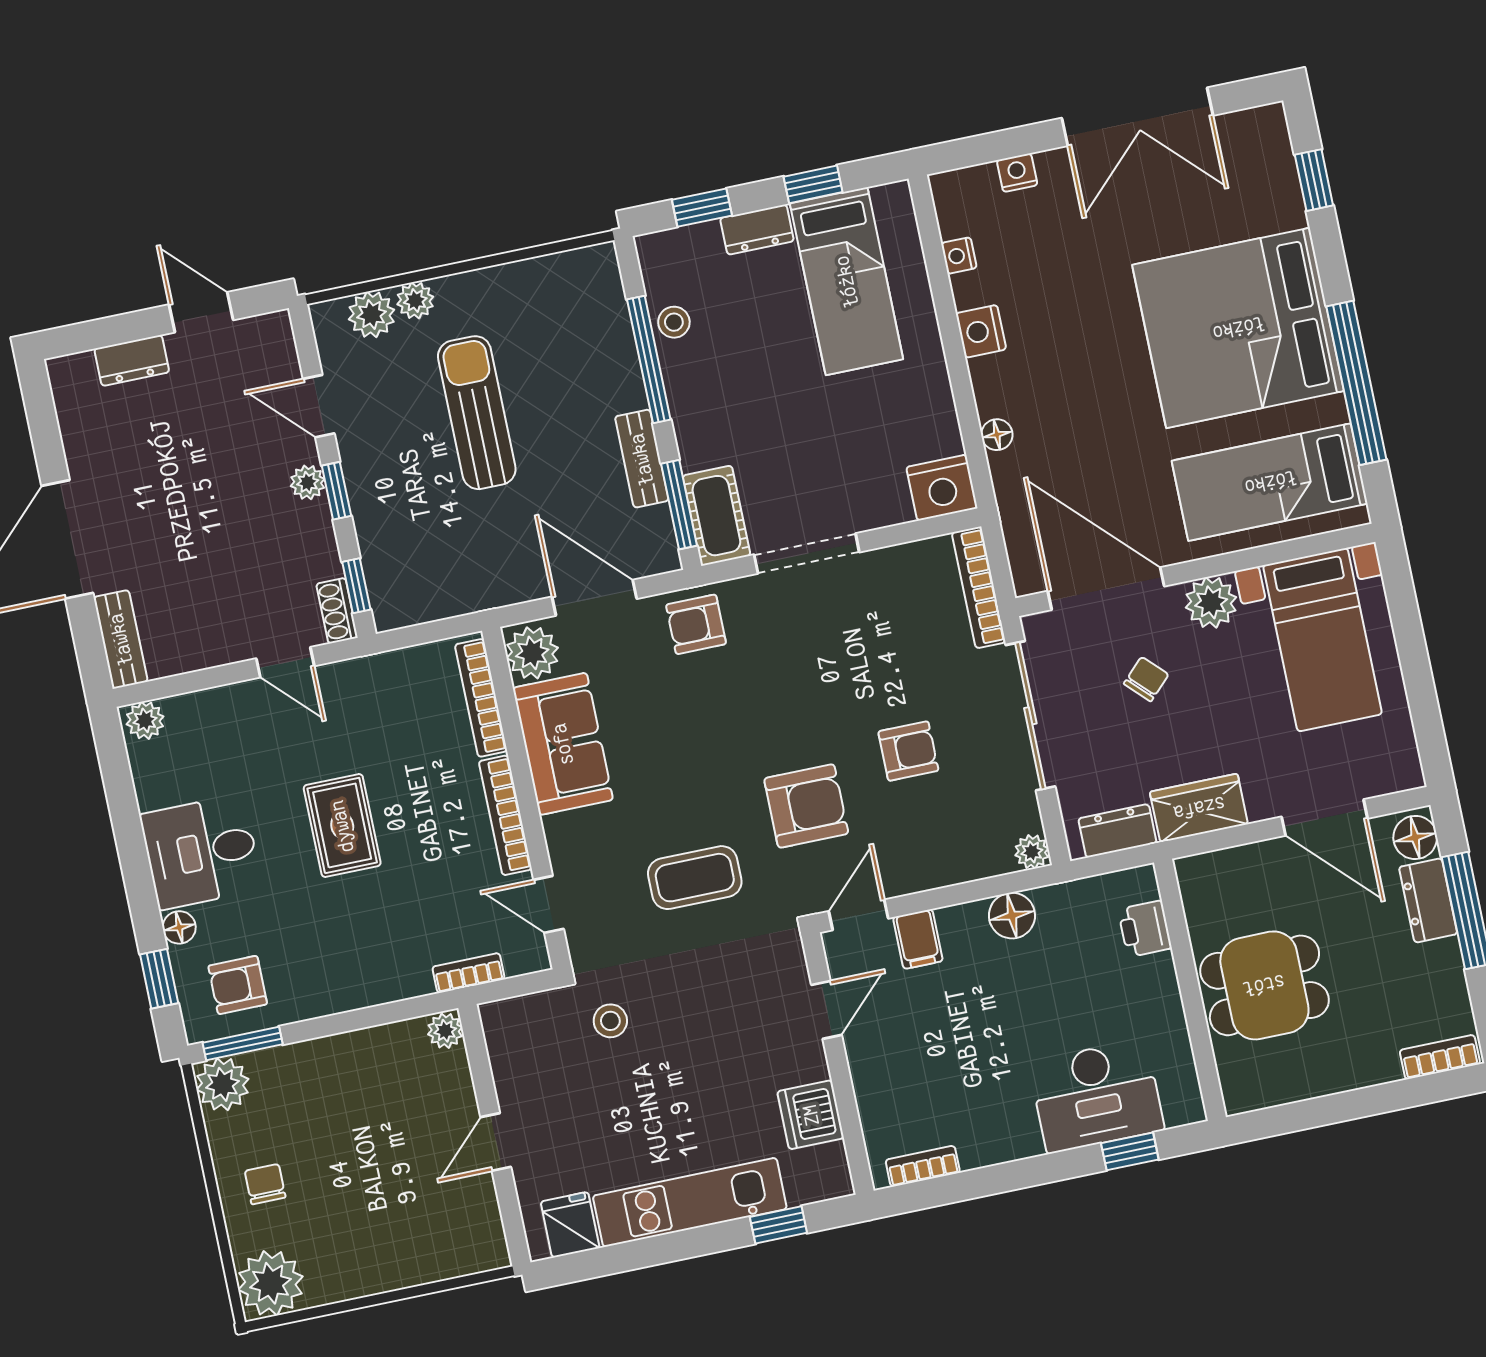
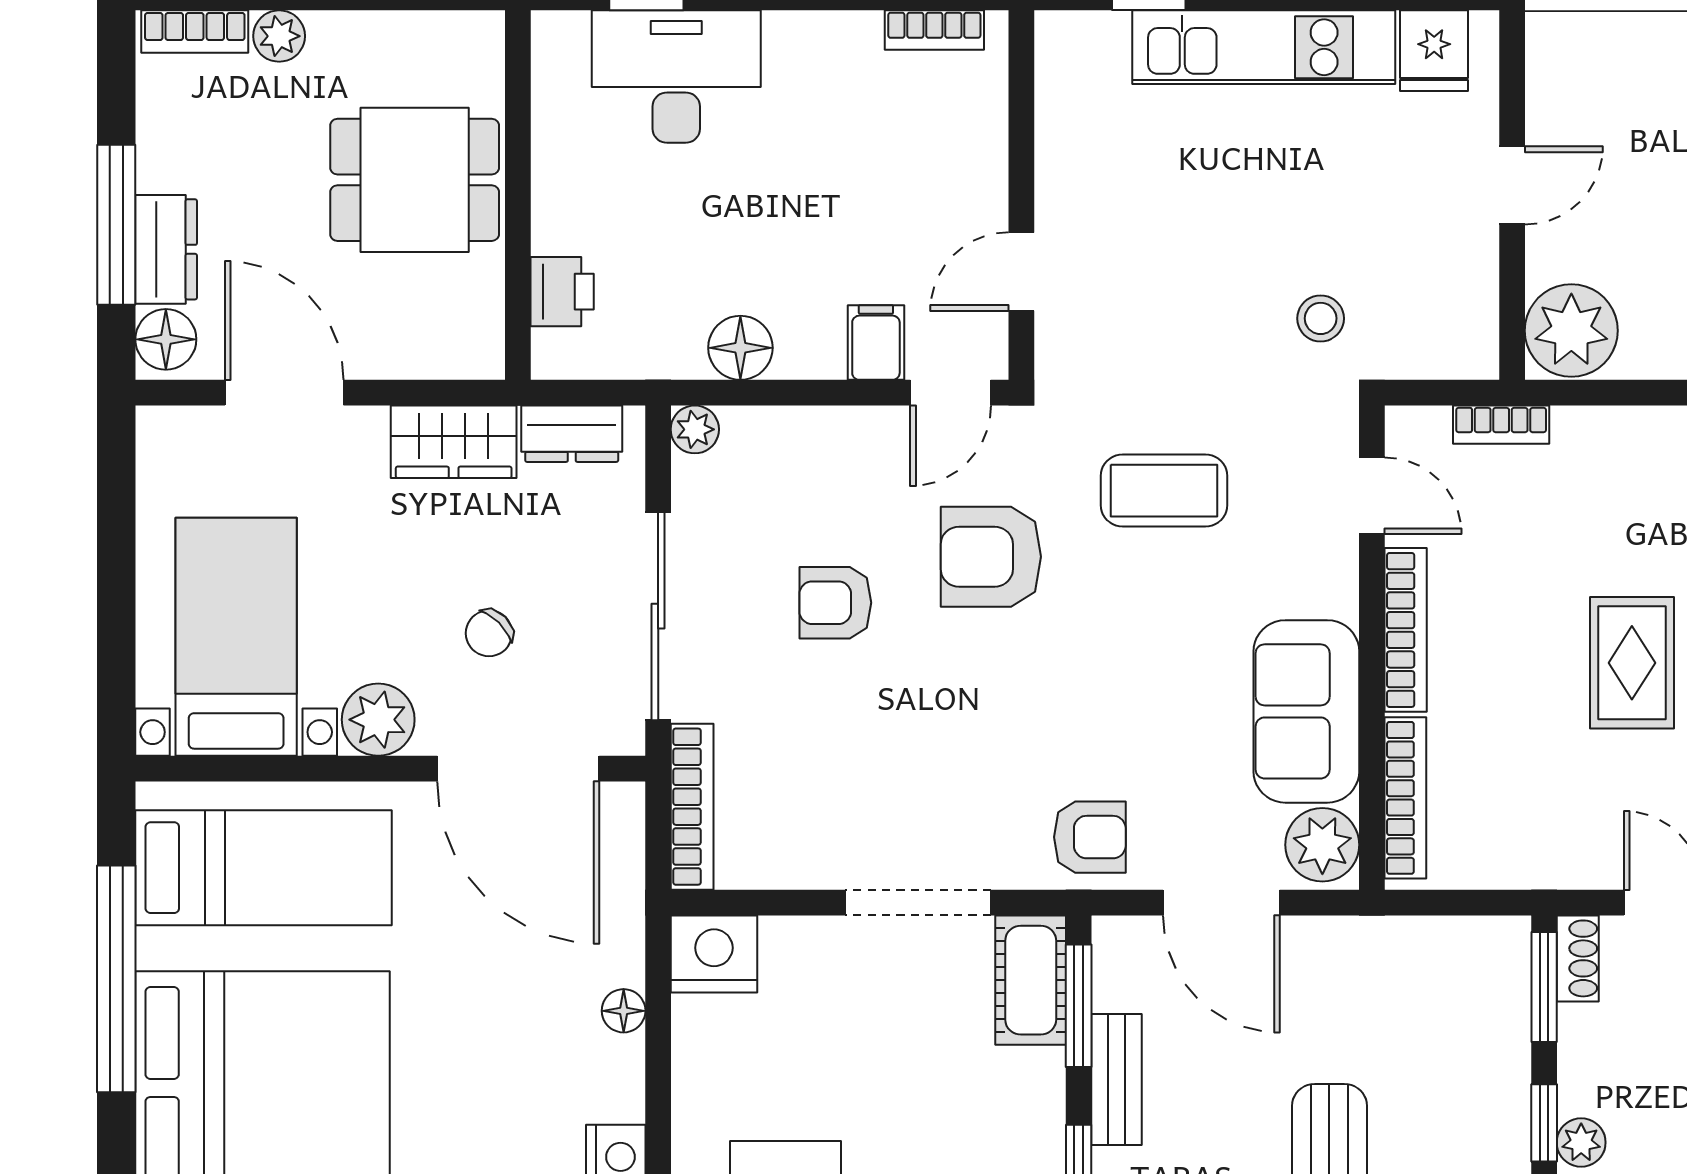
window: (356, 586) -> (1544, 987), width x1.50
plant: (445, 1031) -> (1571, 331), width x1.88, depth x1.88
plant: (1380, 1066) -> (279, 36), added
dishwasher: (811, 1115) -> (1073, 133), removed

